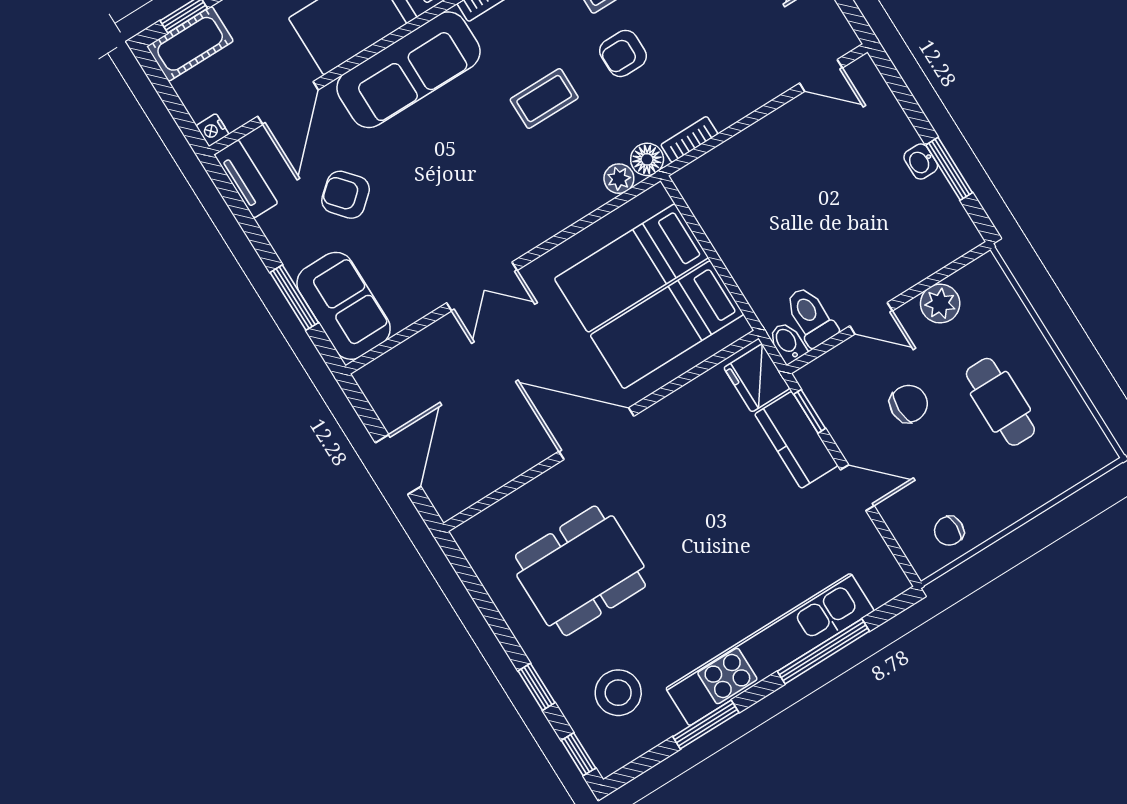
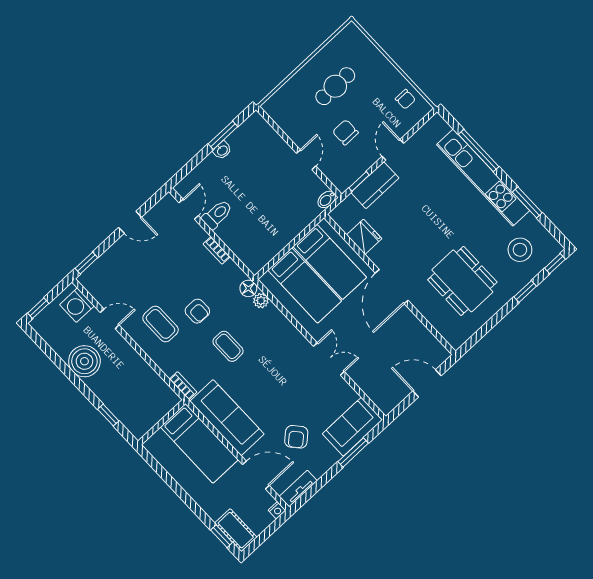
bookcase: (689, 139) -> (217, 250), moved
plant: (940, 304) -> (292, 126), removed
toilet: (811, 317) -> (217, 214), moved, turned 180
fridge: (757, 378) -> (364, 237), moved, turned -90

